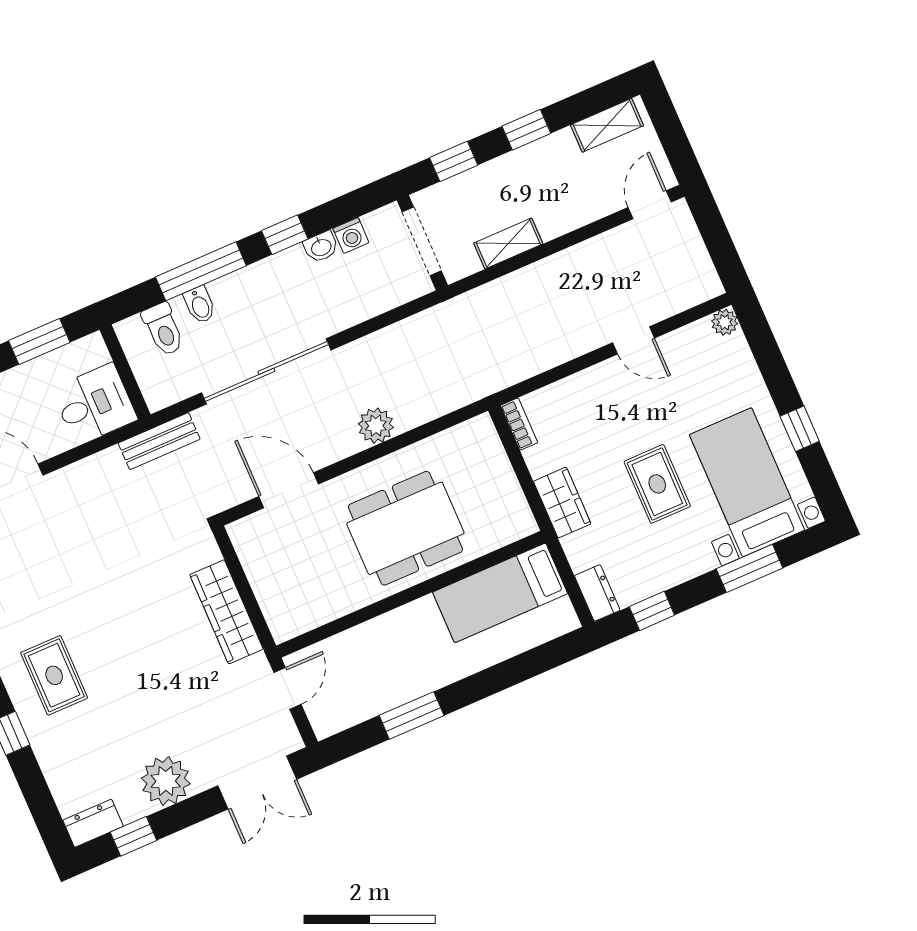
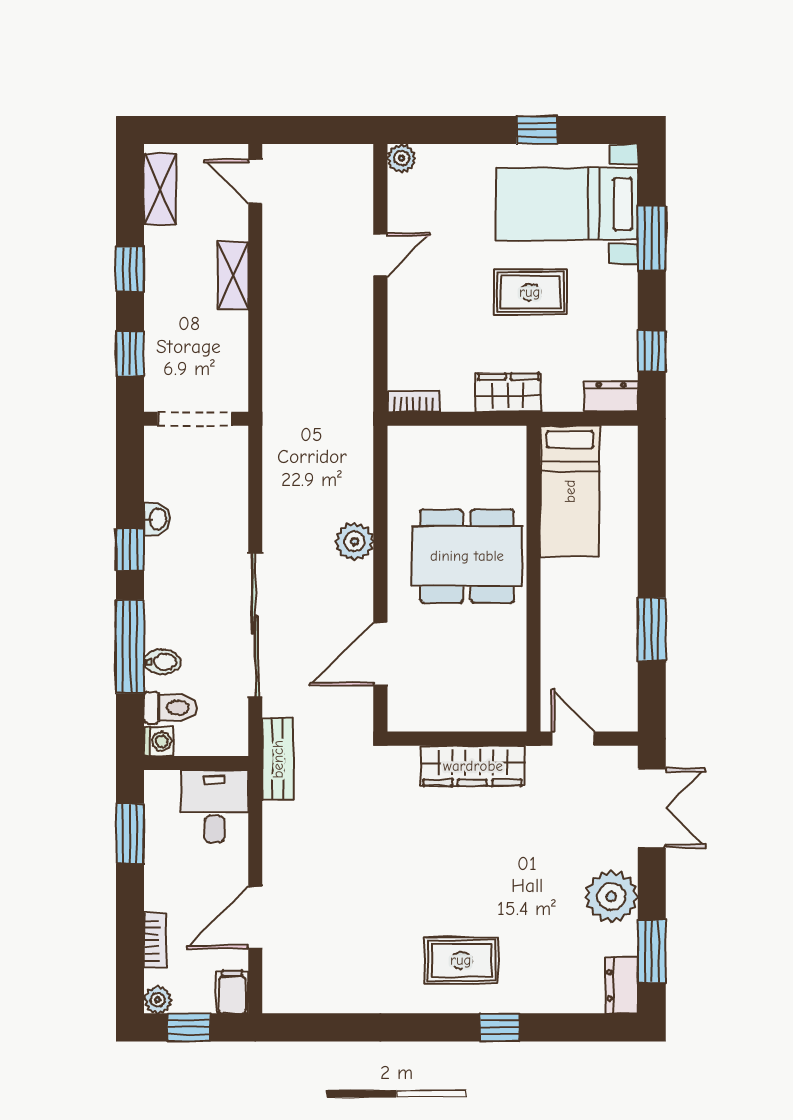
washing machine: (351, 235) -> (159, 741), moved
shelving: (508, 243) -> (233, 275), moved
dining table: (405, 528) -> (467, 556), turned 90
window: (133, 836) -> (652, 951), width x1.50

